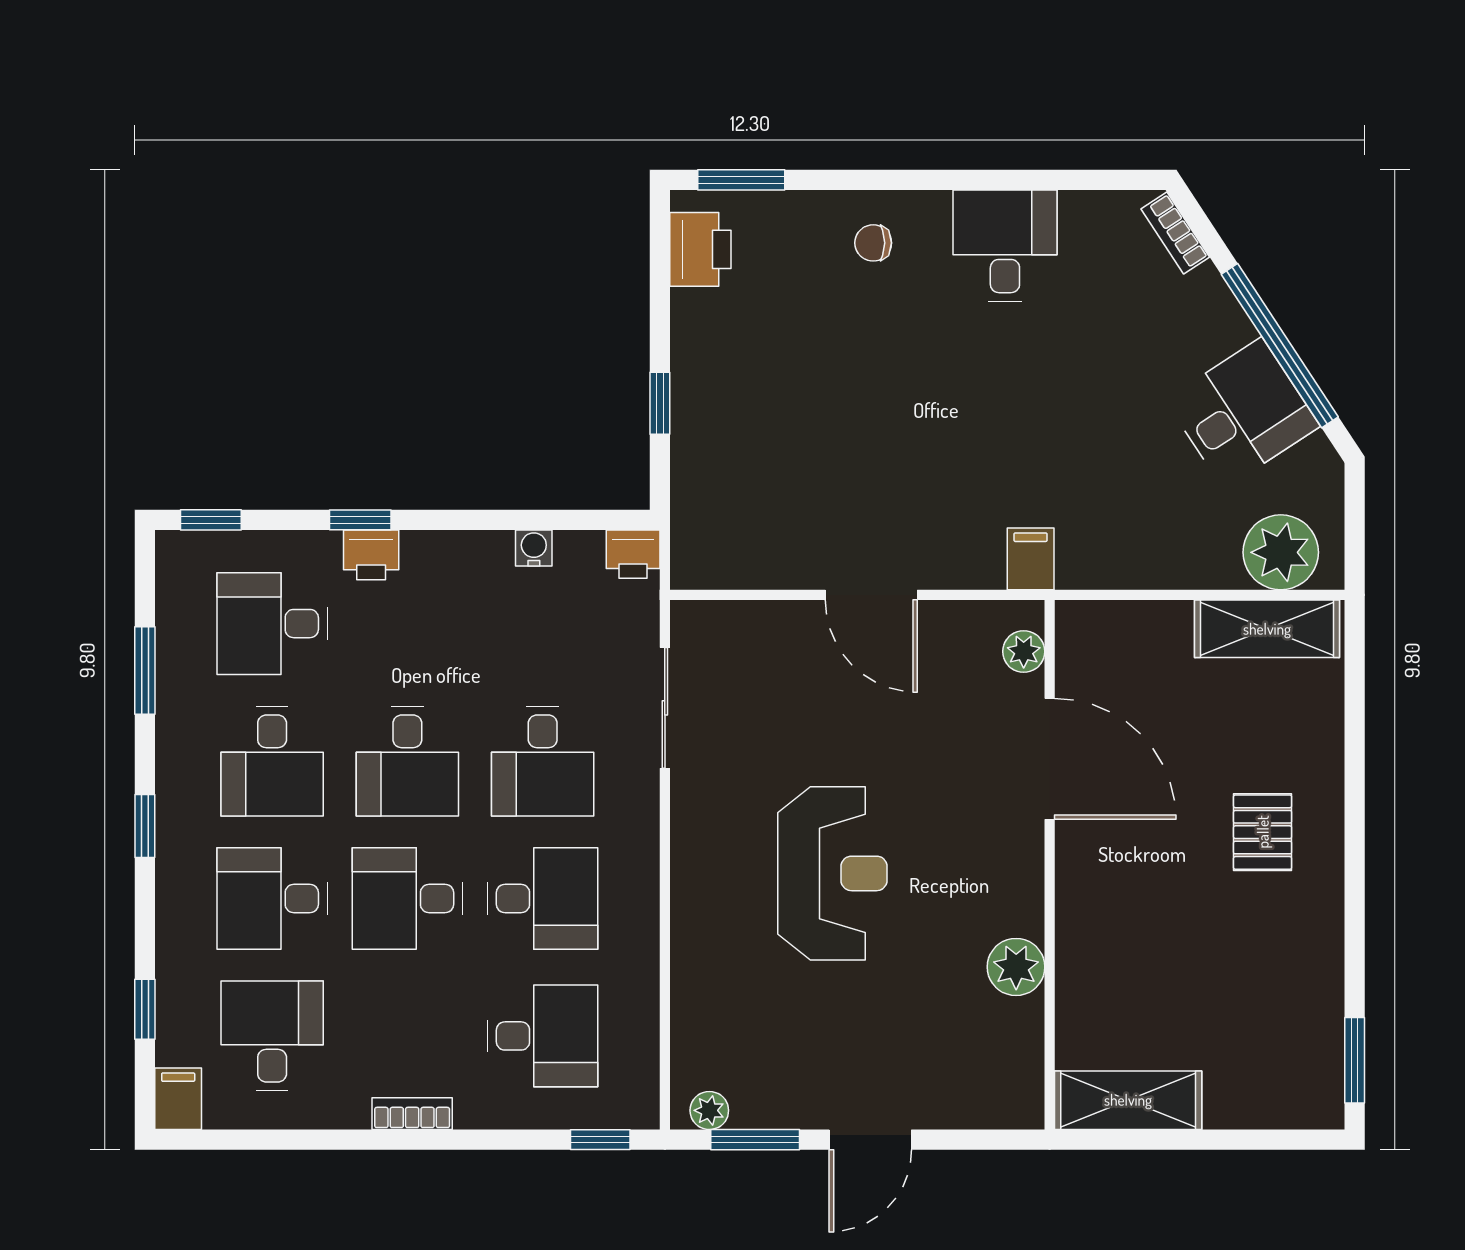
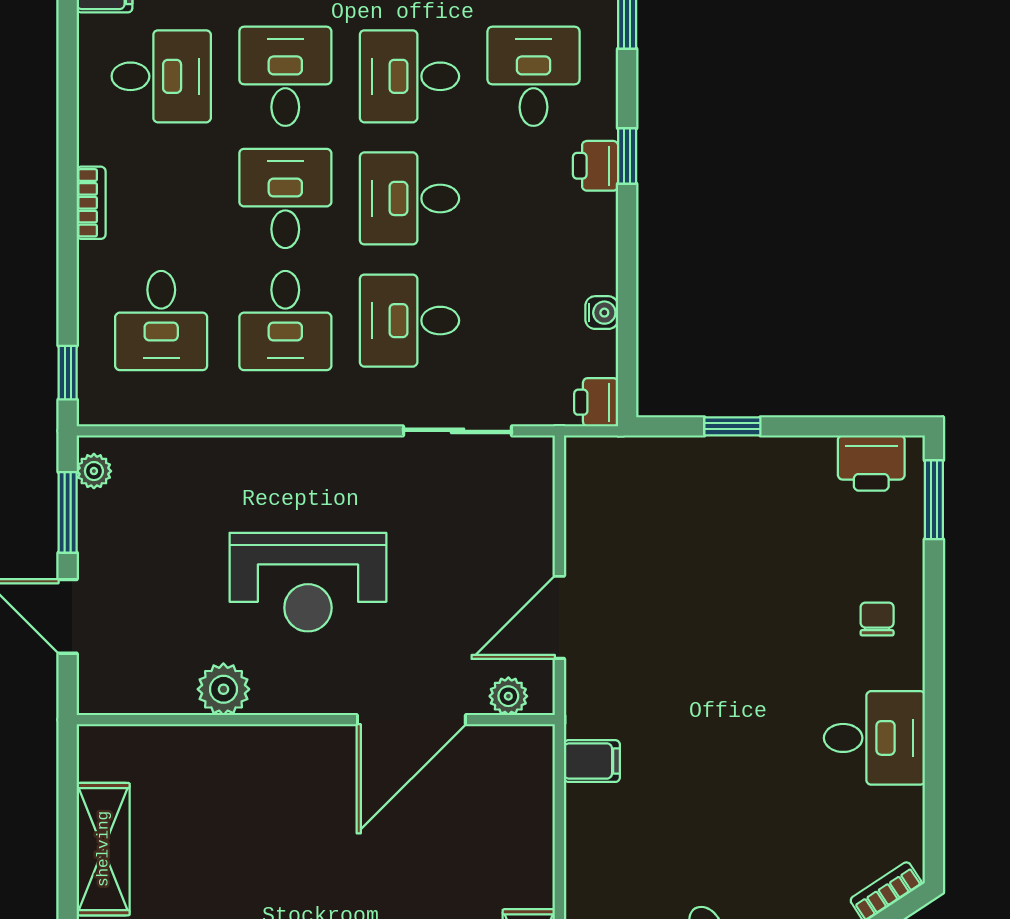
plant: (1024, 651) -> (508, 696), moved
door: (1050, 759) -> (411, 720), moved
wall: (1050, 865) -> (316, 720), moved
plant: (1016, 967) -> (223, 689), moved

